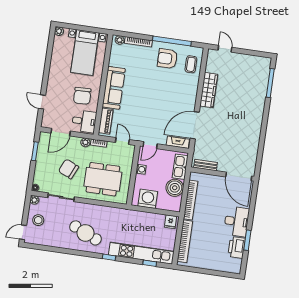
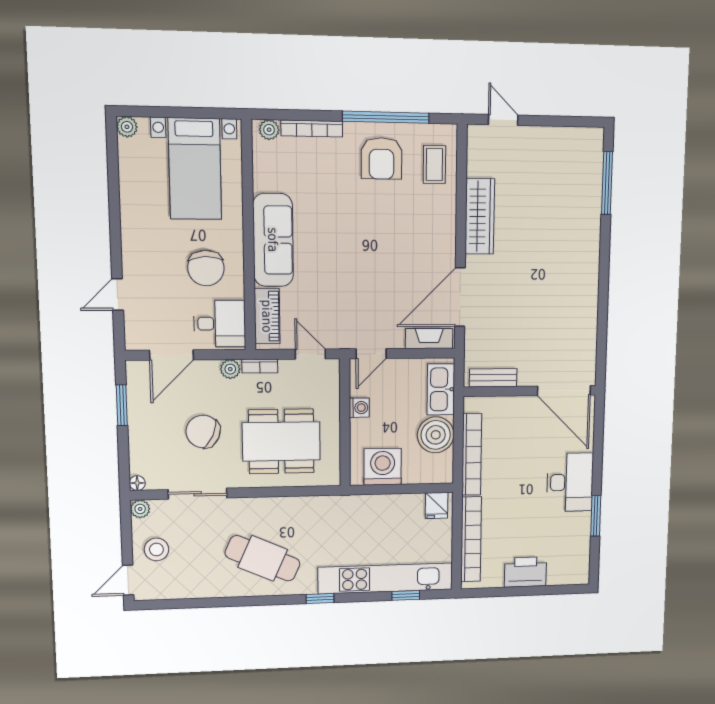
armchair: (167, 59) -> (381, 158), turned -90
door: (42, 102) -> (118, 295), hinge flipped
printer: (237, 247) -> (525, 572), moved, turned 90

